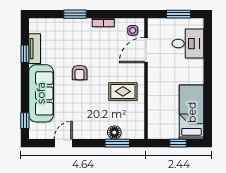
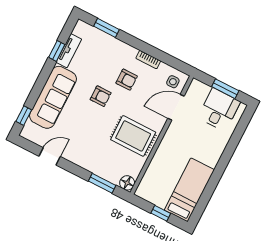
window: (75, 14) -> (106, 28), moved
desk: (188, 44) -> (219, 110), moved, turned -90
armchair: (94, 48) -> (127, 80), added
armchair: (80, 72) -> (101, 96), turned -90
rug: (123, 91) -> (133, 136), width x1.36, depth x1.43
floor lamp: (114, 132) -> (127, 183), moved

